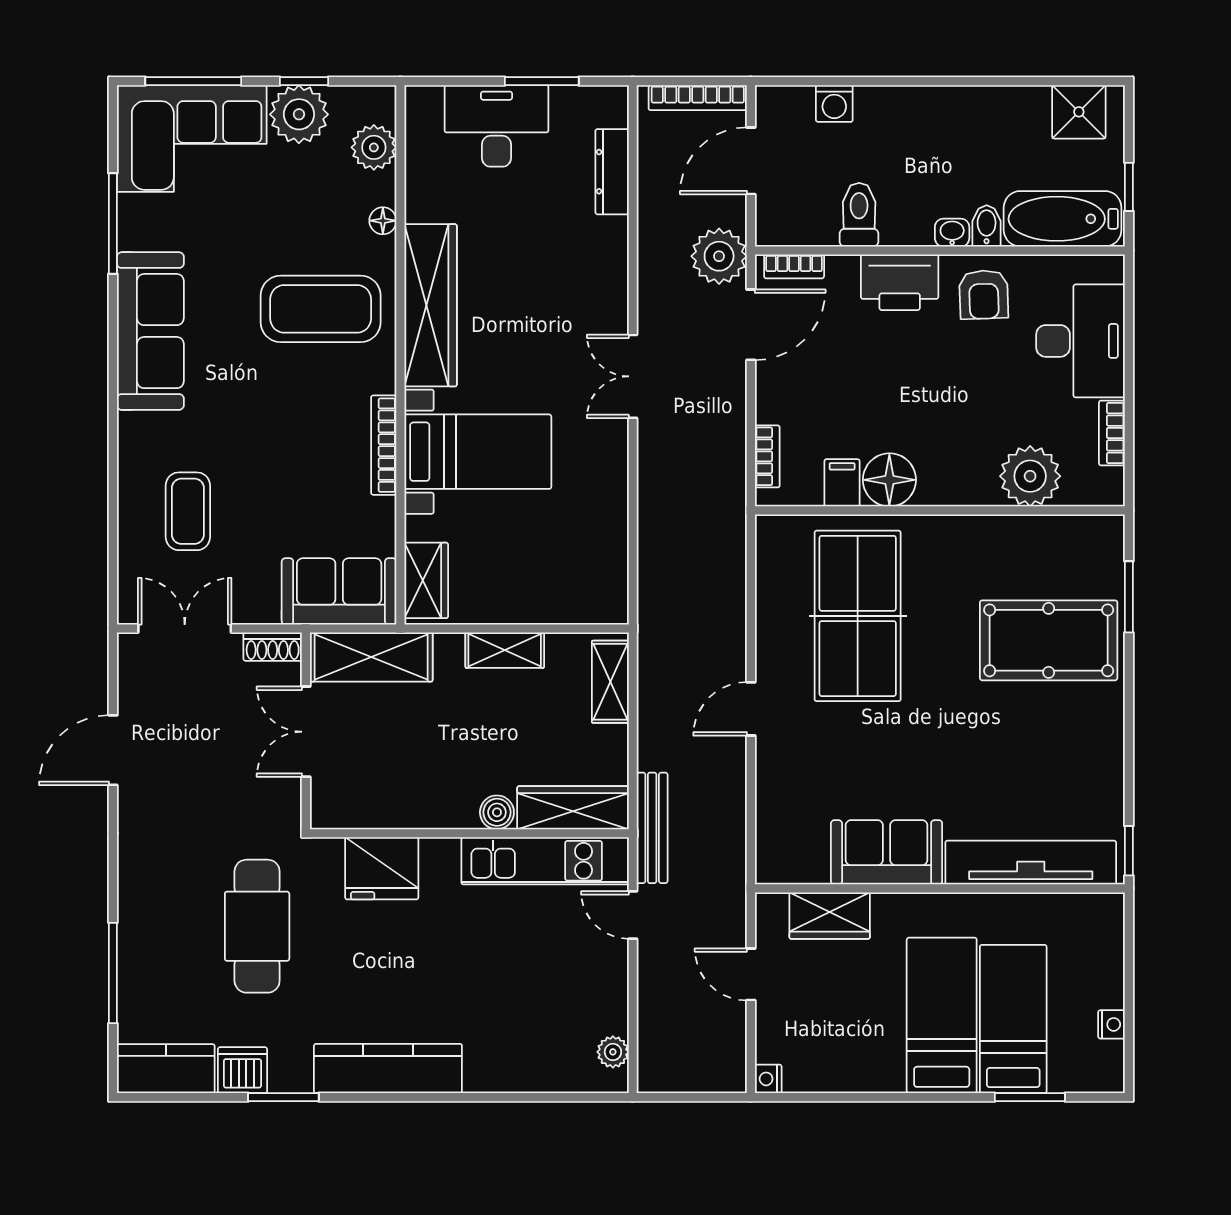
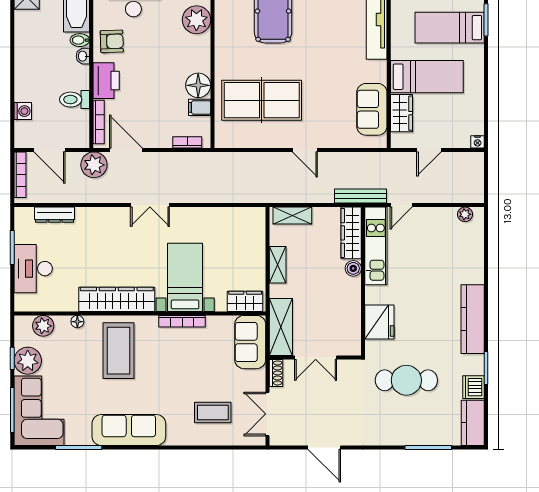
bookcase: (794, 266) -> (99, 122), width x1.56
sofa: (887, 852) -> (372, 109), moved
bed: (942, 1015) -> (427, 77), moved, turned 180

